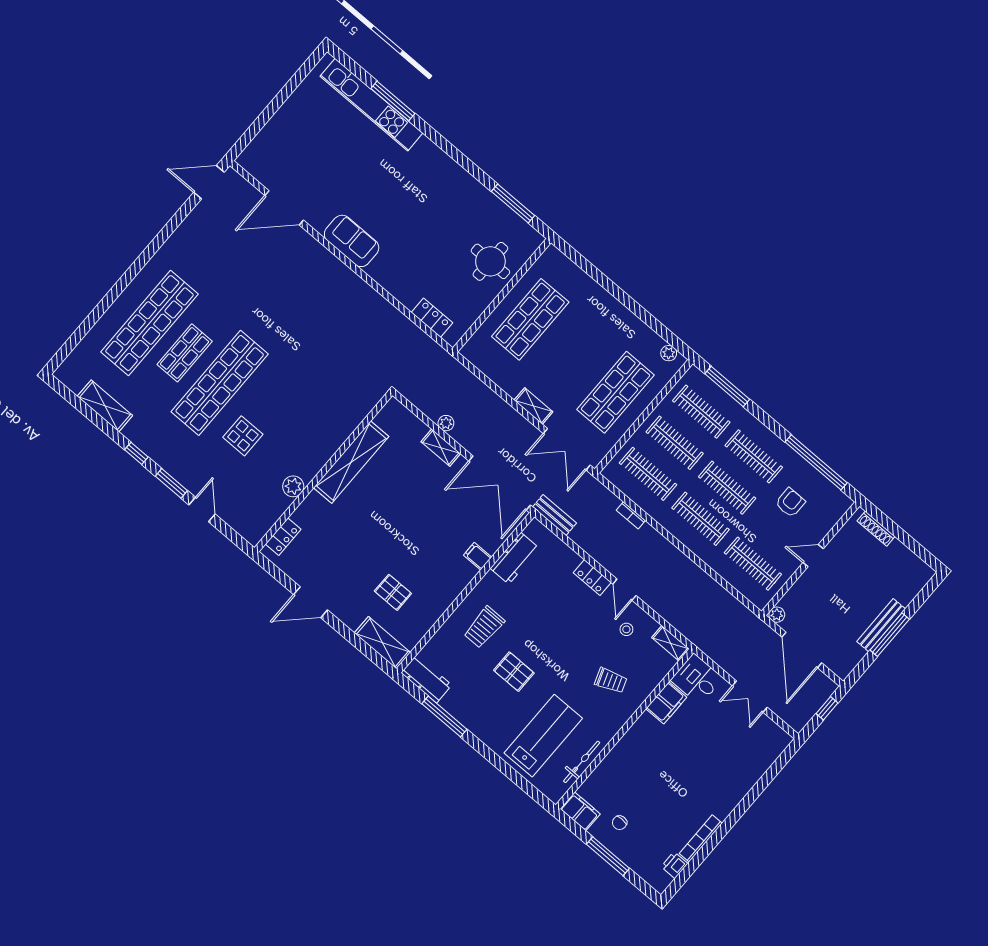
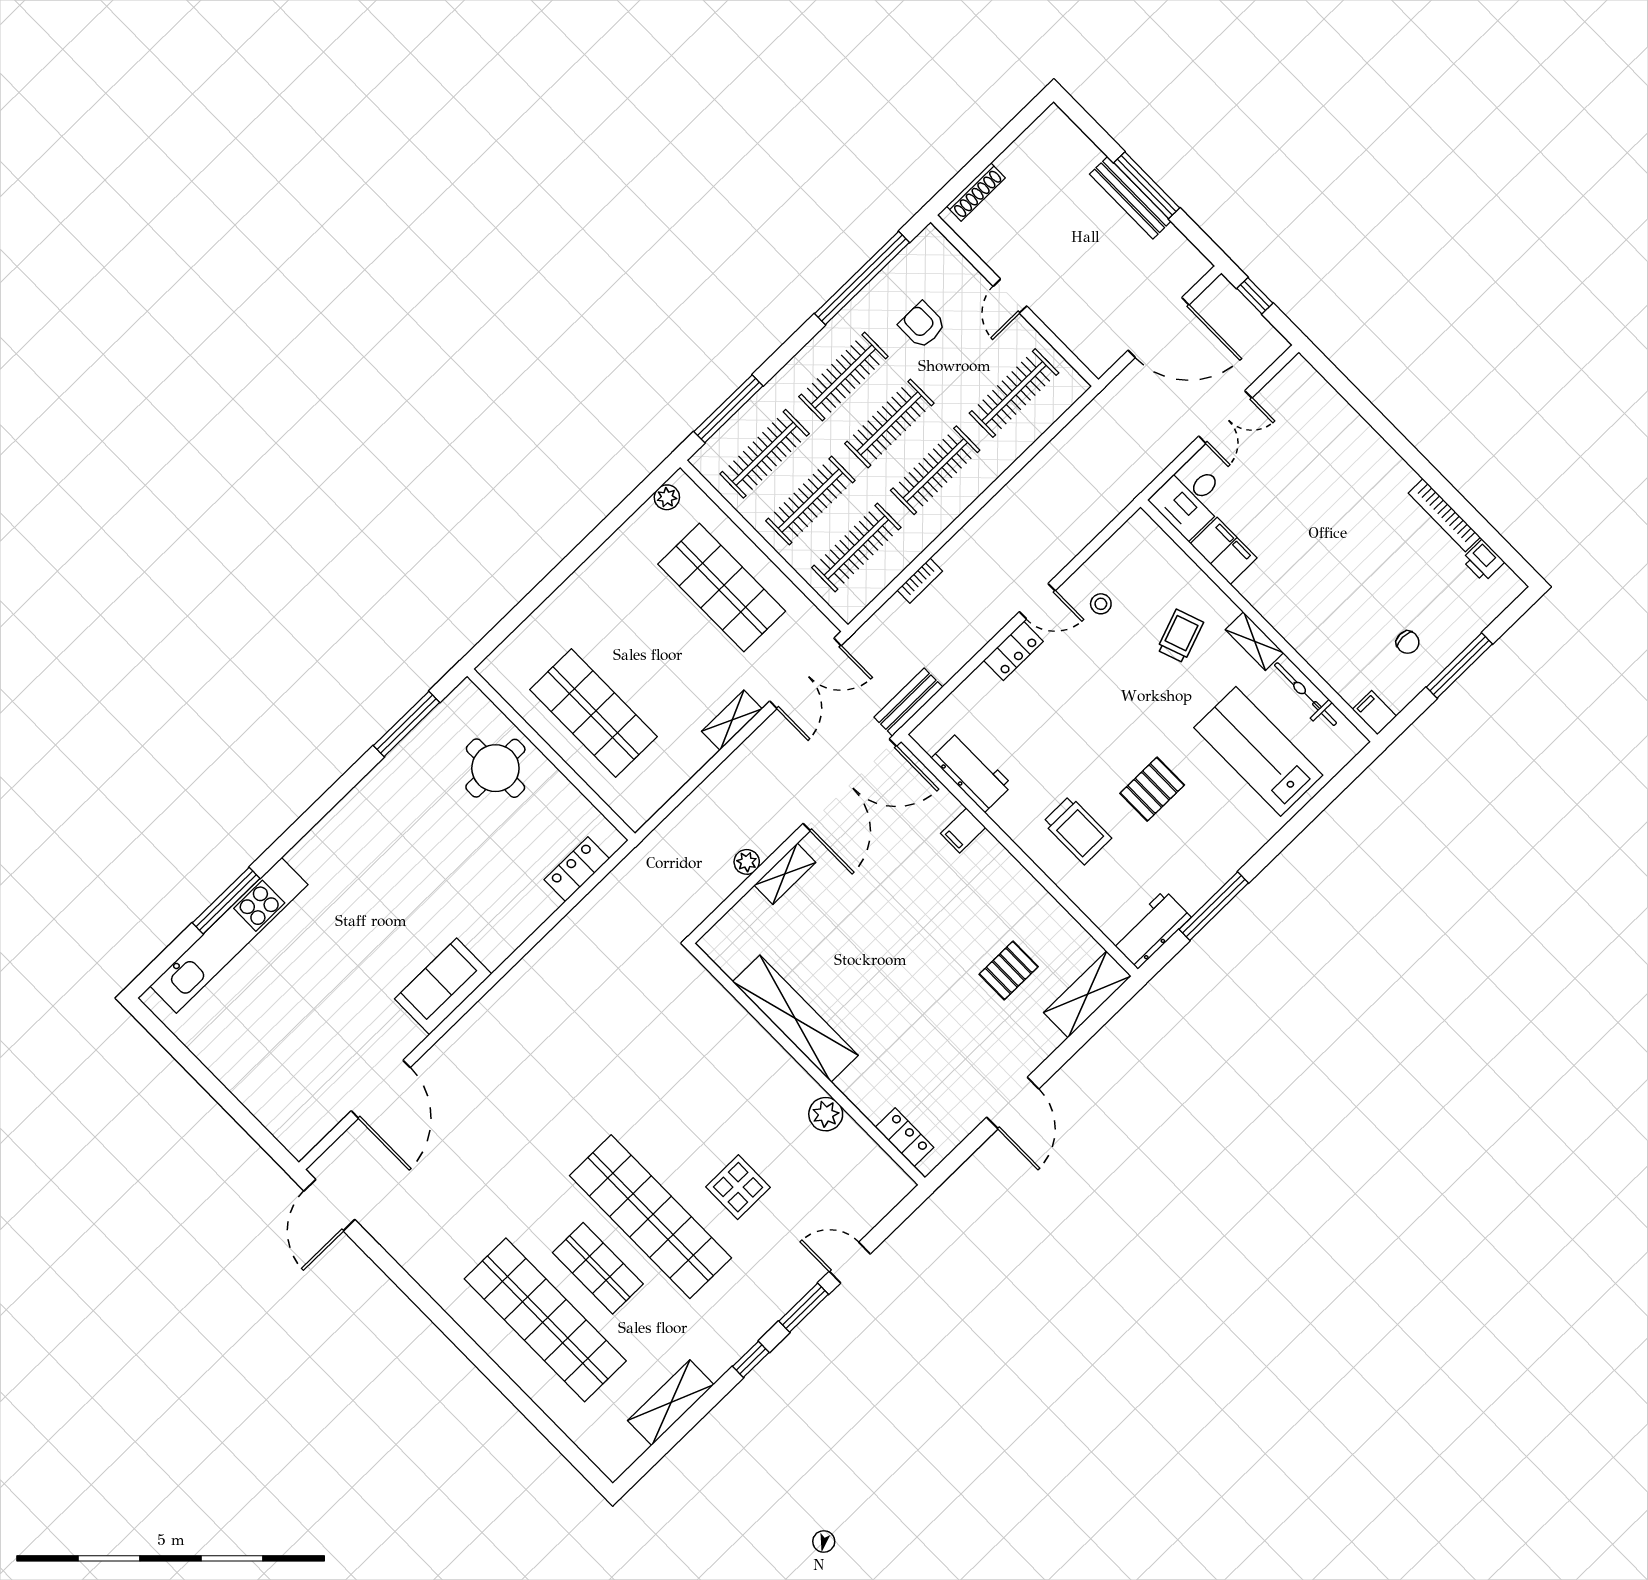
plant: (777, 615) -> (1099, 362), removed
shelving: (670, 643) -> (1254, 641), moved, turned 90
filing cabinet: (580, 811) -> (1374, 713), width x0.50

